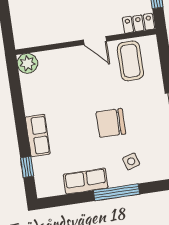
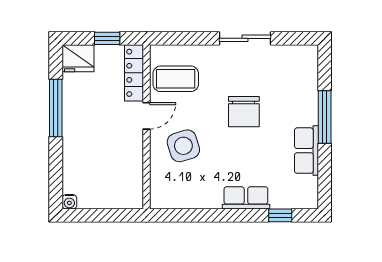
locker: (138, 23) -> (134, 73), width x1.53
plant: (27, 63) -> (161, 198), removed
side table: (131, 161) -> (183, 146), moved, width x1.87, depth x1.87

